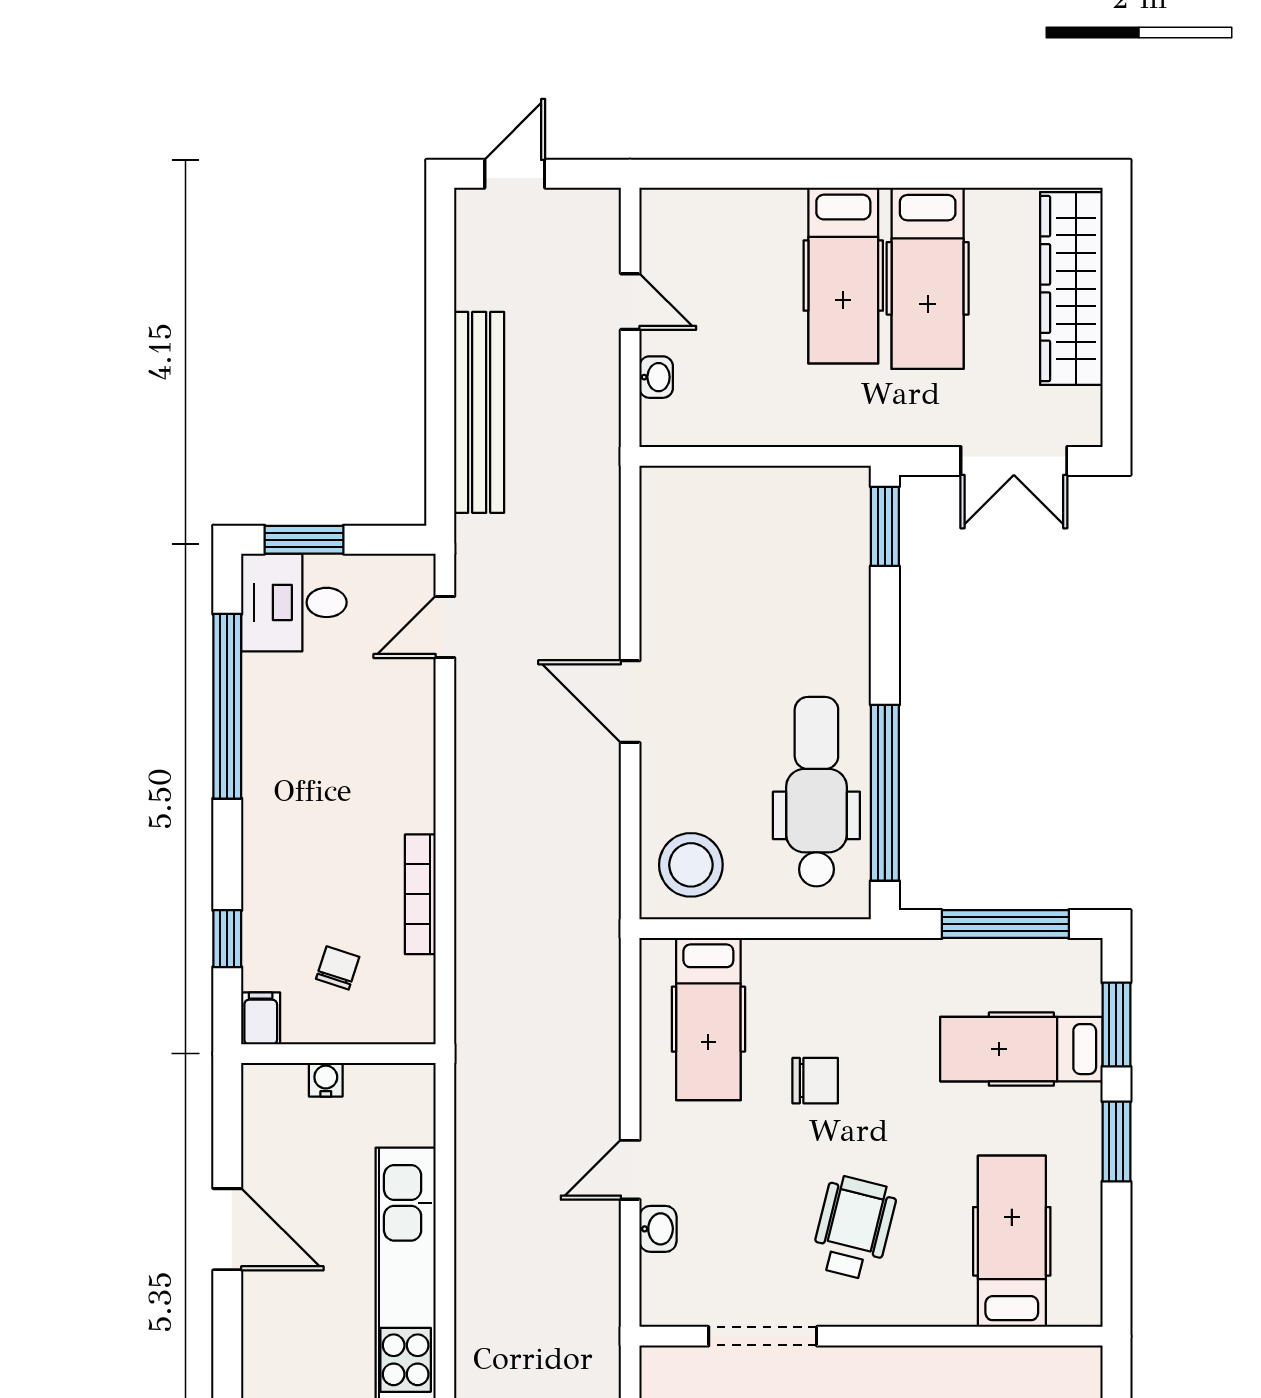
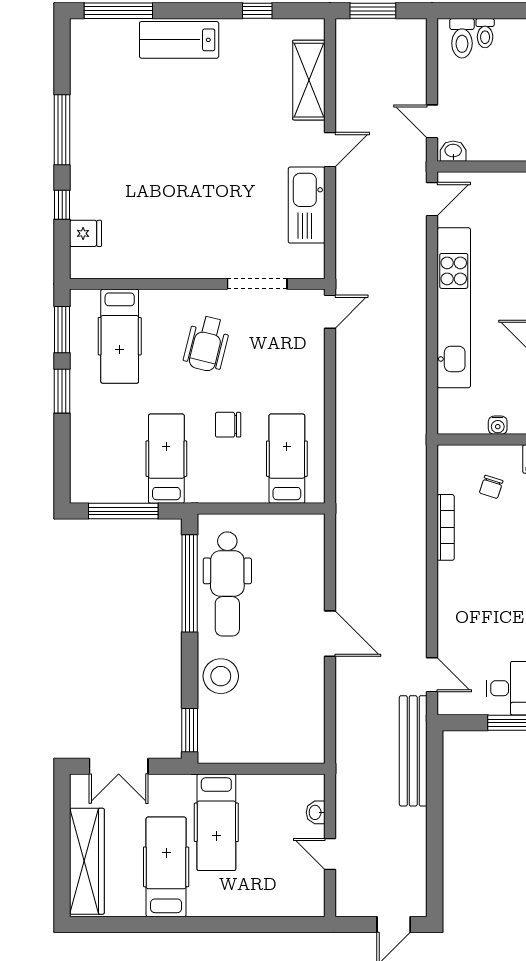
hospital bed: (843, 276) -> (216, 822), moved, turned 180
bench: (479, 412) -> (413, 751), moved
double door: (1014, 461) -> (119, 766), swing flipped
door: (445, 627) -> (432, 675), hinge flipped
stool: (691, 865) -> (221, 676), moved
window: (1116, 1025) -> (62, 330), moved
hospital bed: (1021, 1049) -> (166, 459), moved, turned -90
door: (630, 1170) -> (330, 312), moved
washbasin: (658, 1229) -> (315, 343), removed

